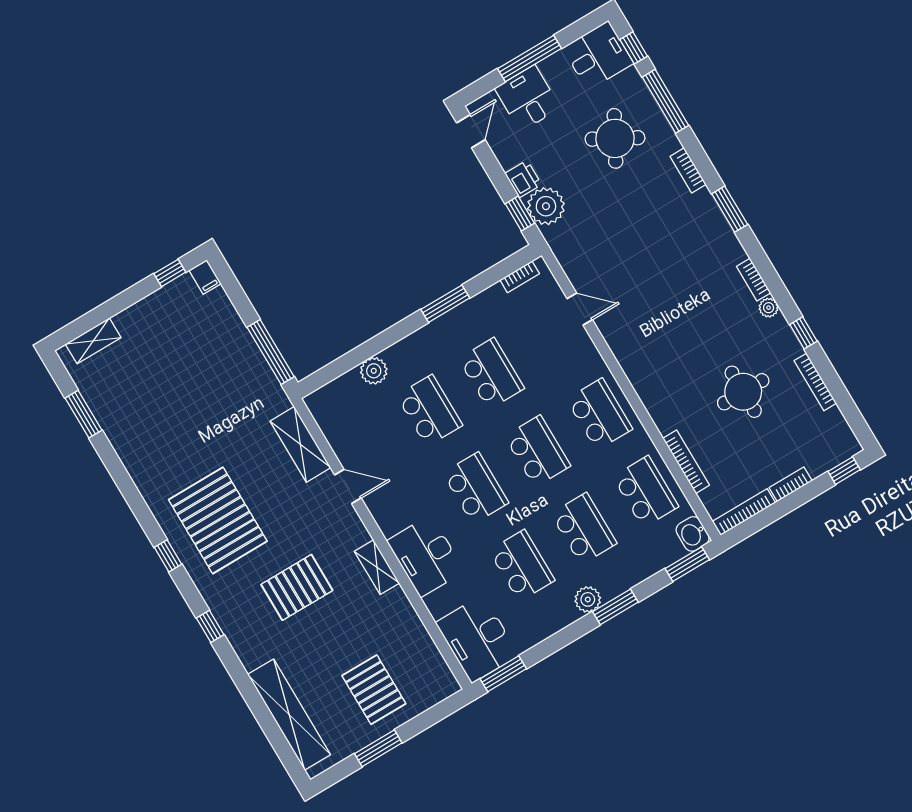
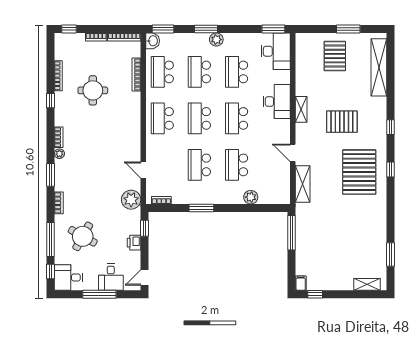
plant: (546, 206) -> (131, 200), moved
plant: (769, 308) -> (59, 154), moved

